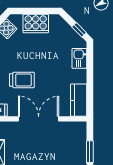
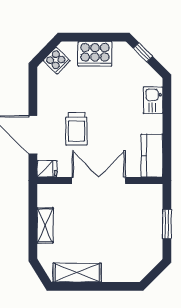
window: (79, 30) -> (143, 52), moved
trolley: (22, 80) -> (76, 129), turned 90

